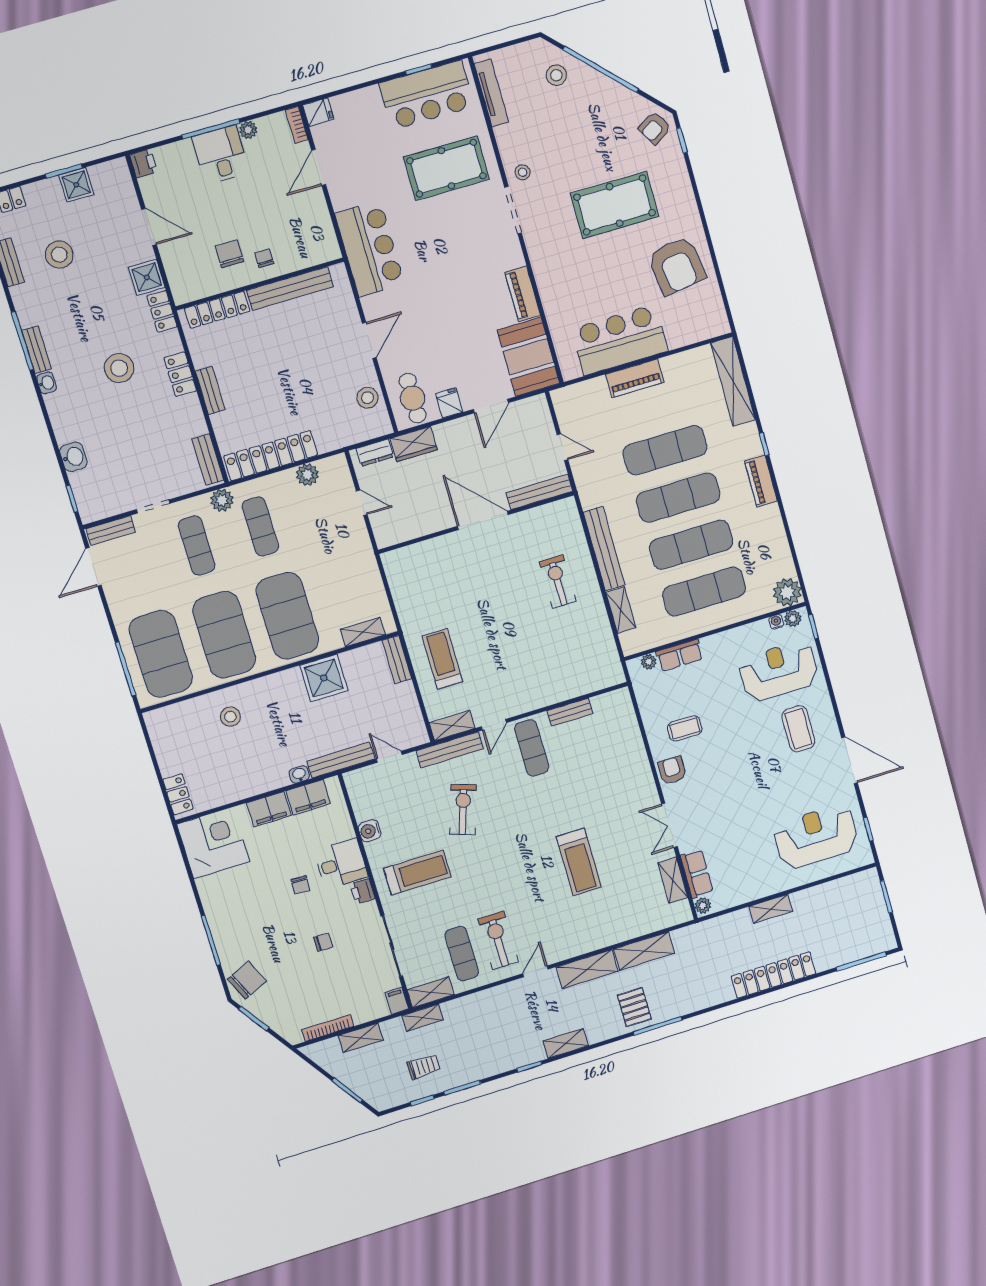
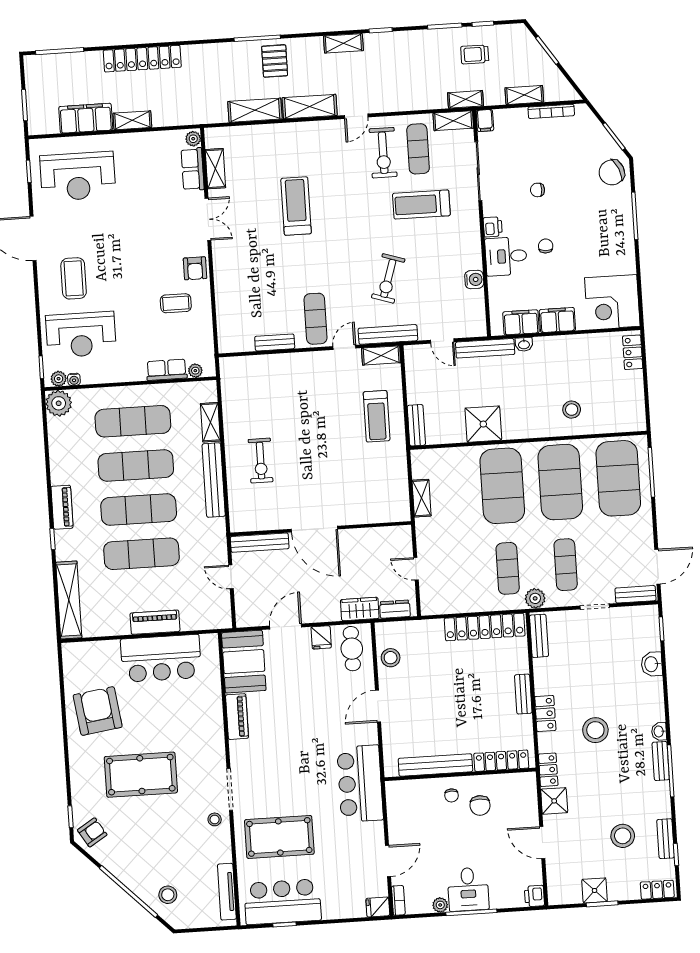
plant: (307, 475) -> (457, 604), removed
shelving: (363, 632) -> (422, 498), moved, turned 90
treadmill: (417, 873) -> (421, 204), moved
filing cabinet: (820, 899) -> (86, 118), added

